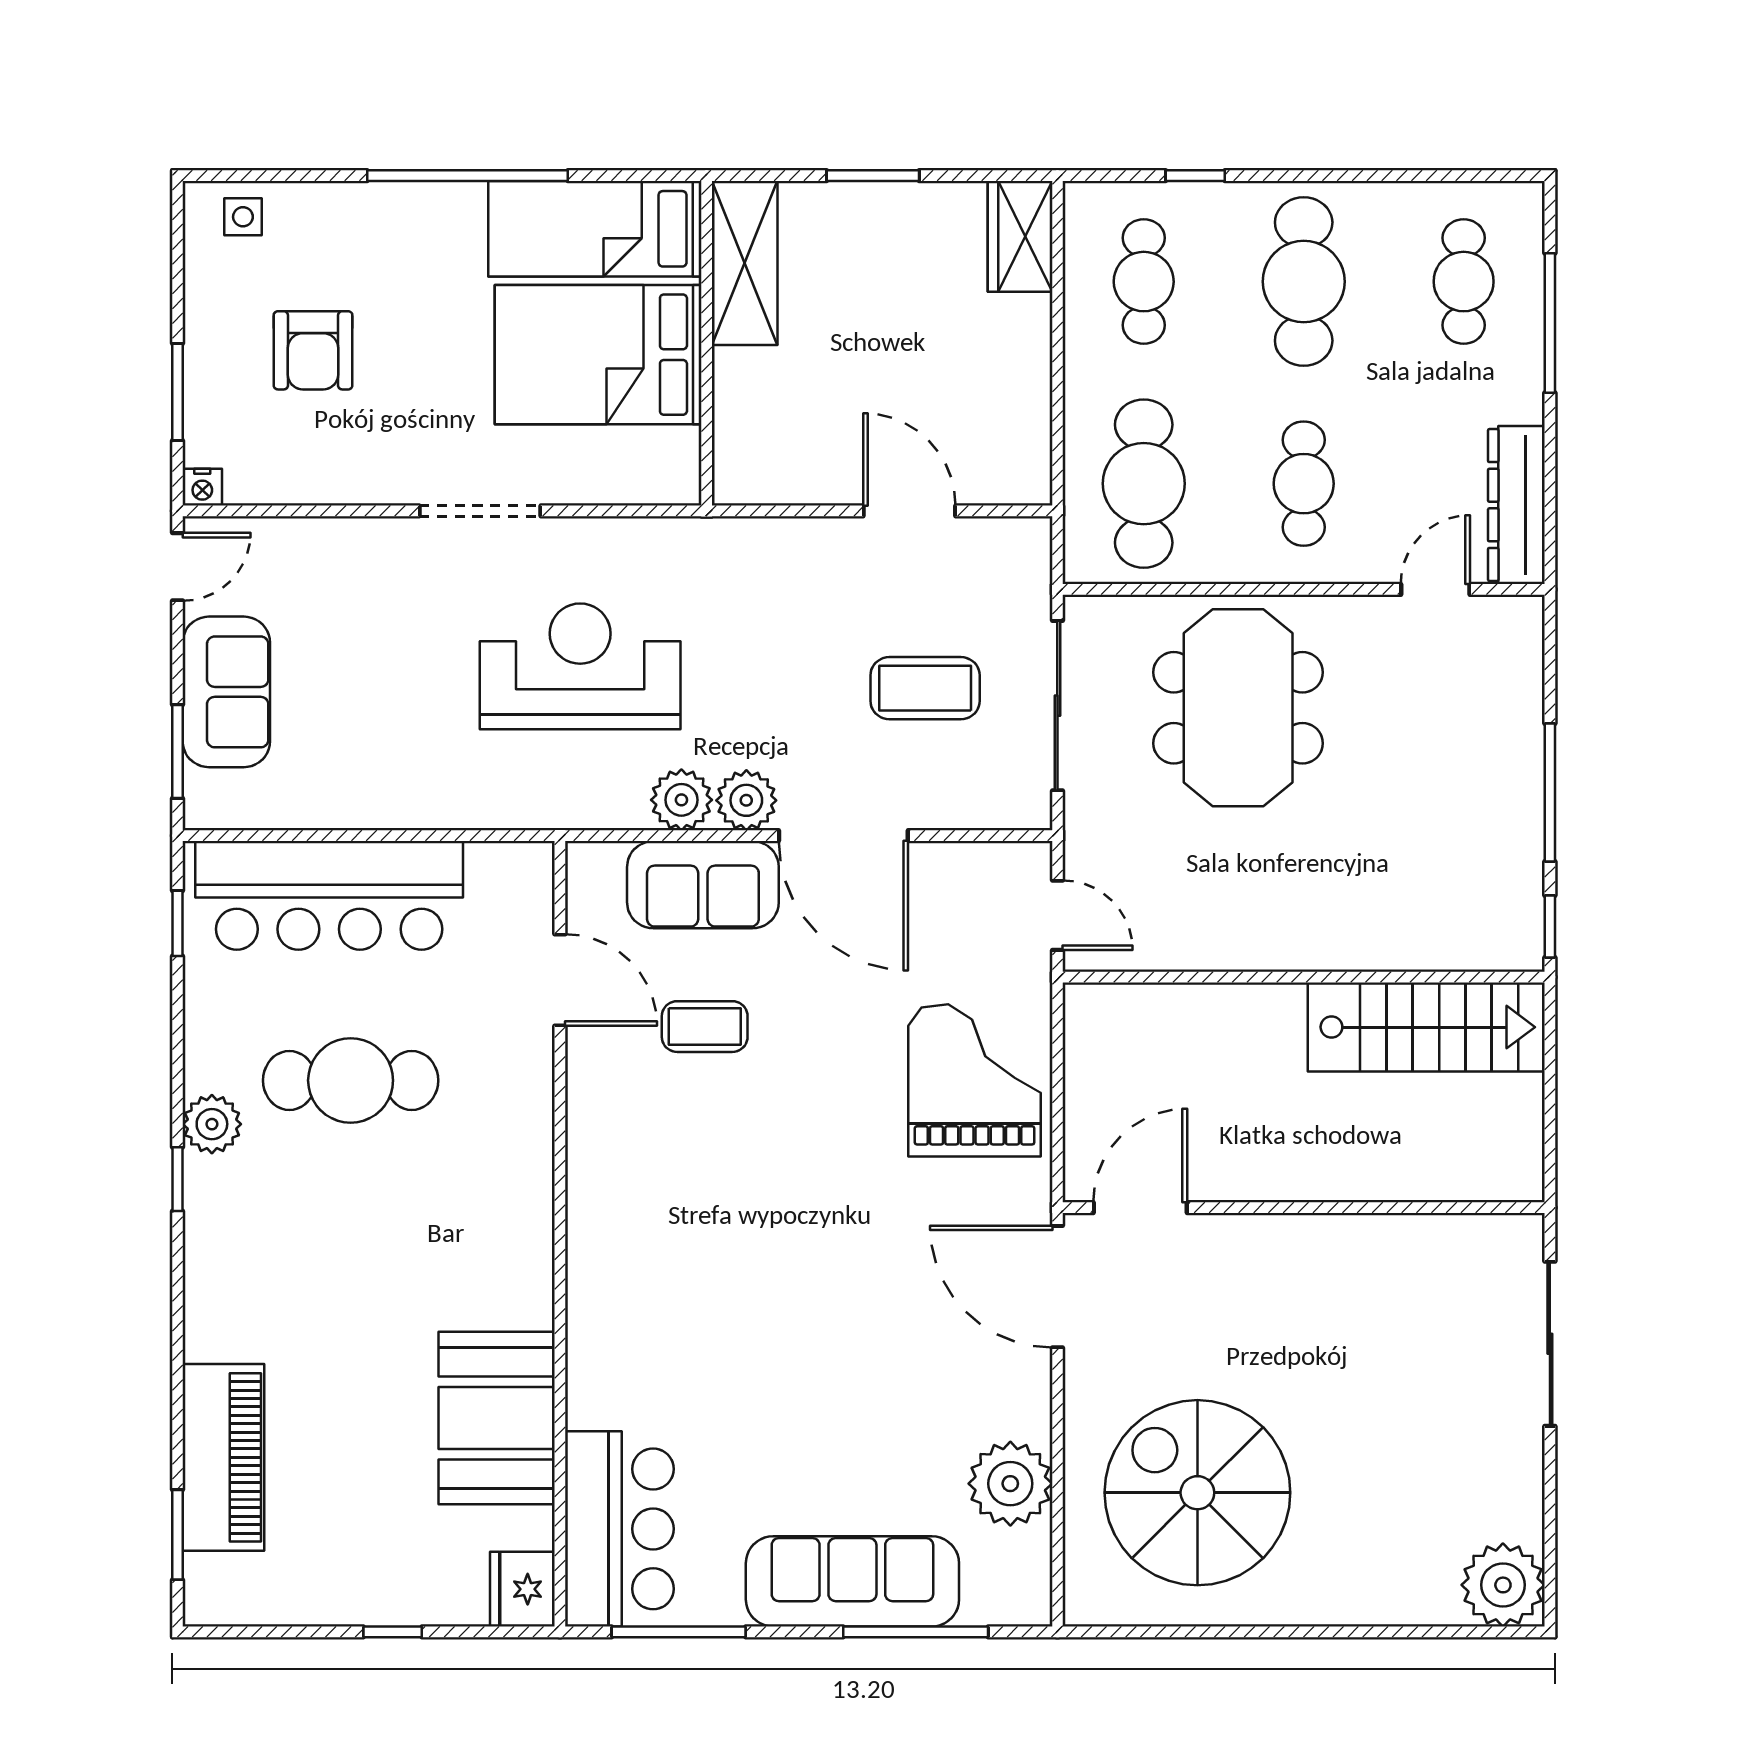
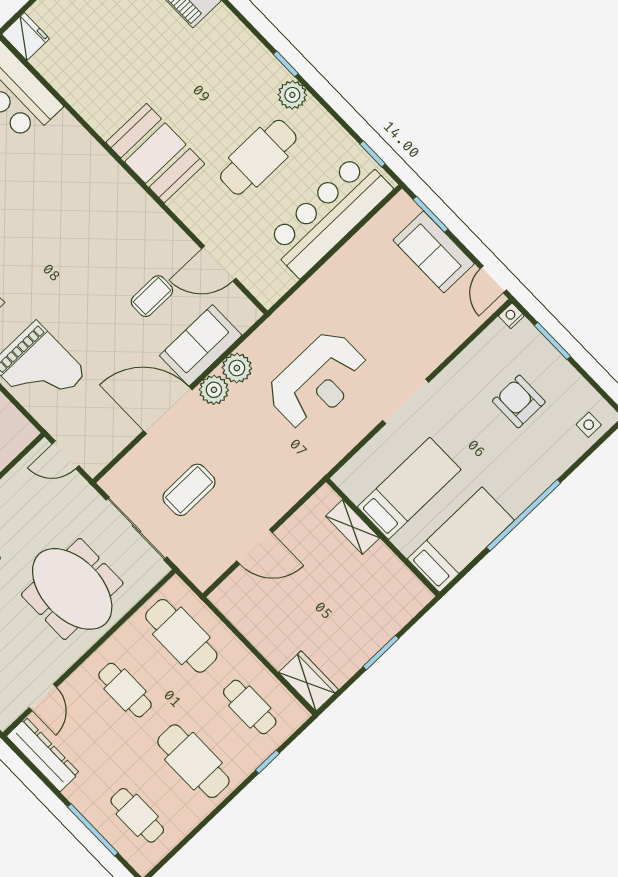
shelving: (745, 263) -> (353, 527), moved, width x0.67, depth x0.75
bed: (598, 355) -> (409, 488), width x0.67
booth: (497, 1418) -> (155, 153), moved

